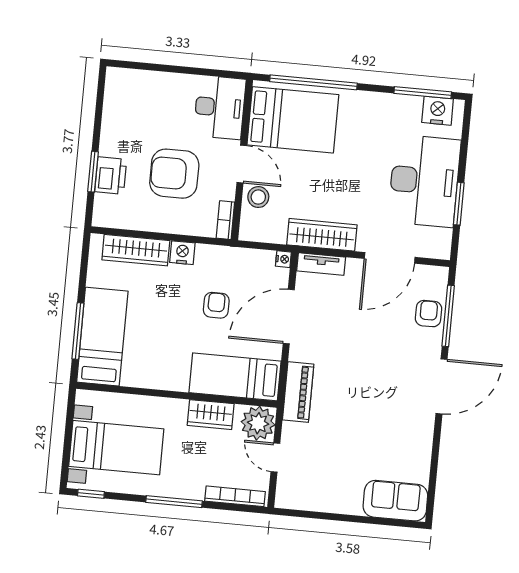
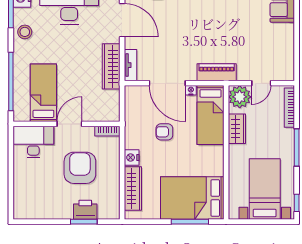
bed: (293, 120) -> (43, 93), width x0.67
armchair: (174, 174) -> (80, 168), turned 180
stool: (258, 197) -> (25, 32), moved
nightstand: (283, 259) -> (191, 90), moved
bed: (102, 337) -> (192, 198), width x1.50

